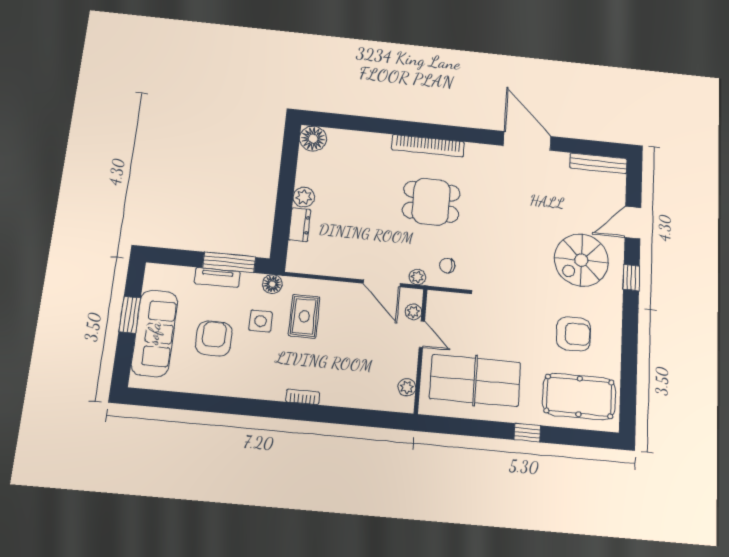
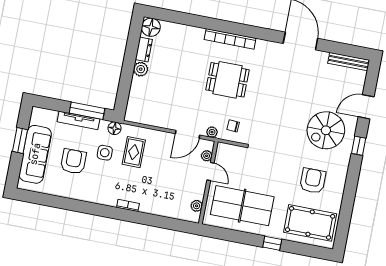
dresser: (300, 225) -> (144, 50), moved
tv unit: (217, 277) -> (78, 120), width x1.41
door: (382, 283) -> (188, 134), hinge flipped
armchair: (573, 334) -> (313, 181), turned -90

